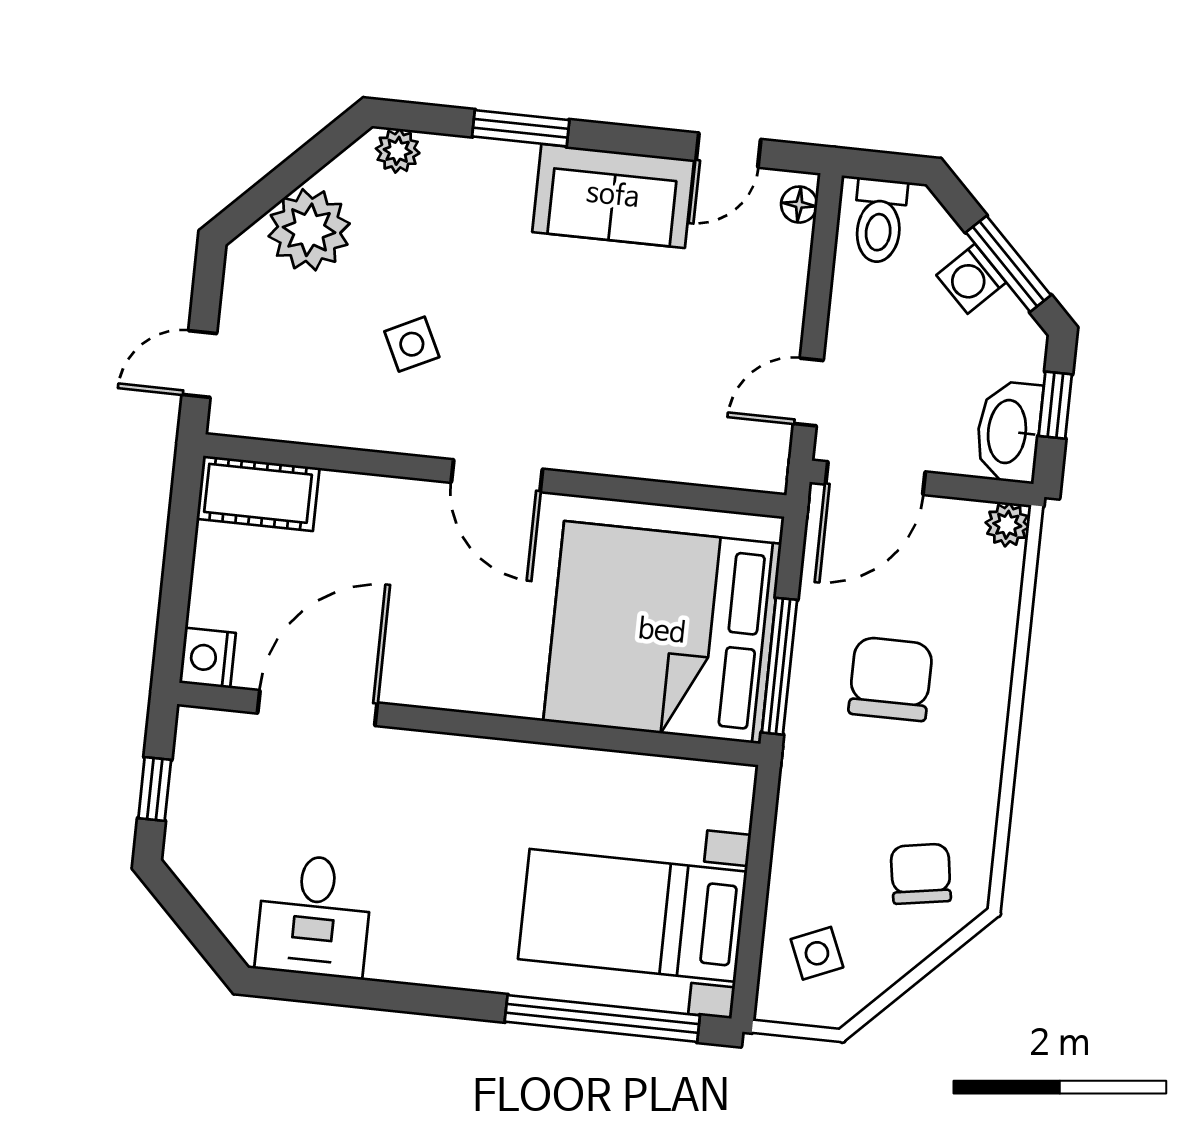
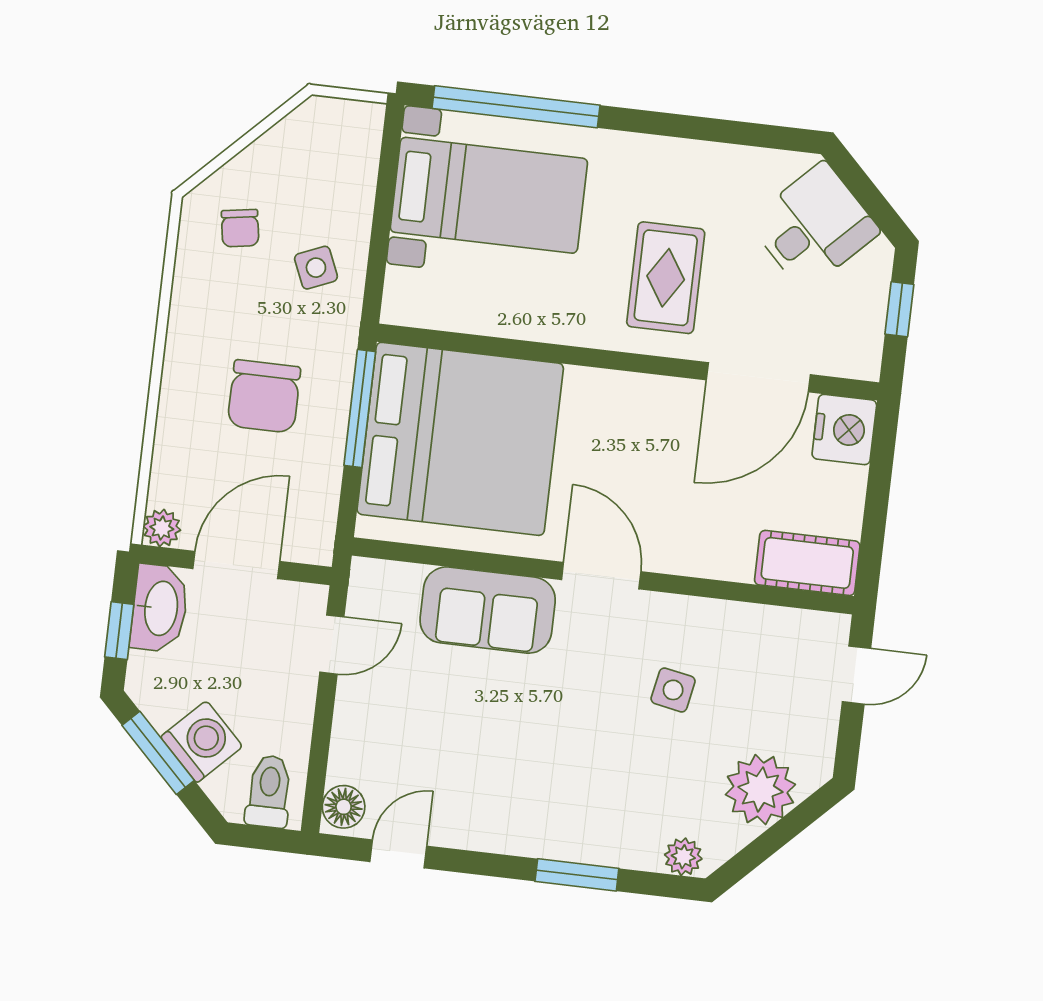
sofa: (613, 196) -> (488, 610), moved, turned 180
floor lamp: (799, 205) -> (344, 807), width x1.37, depth x1.37
washing machine: (971, 279) -> (202, 742), width x1.38, depth x1.38
side table: (412, 344) -> (673, 690), turned 37
door: (875, 478) -> (236, 565), moved
nightstand: (208, 658) -> (844, 429), width x1.36, depth x1.33
rug: (426, 822) -> (666, 278), added
chair: (921, 874) -> (240, 228), width x0.73, depth x0.73
desk: (314, 916) -> (814, 226), moved, turned 45
side table: (817, 953) -> (316, 268), moved

